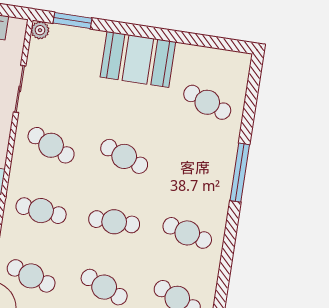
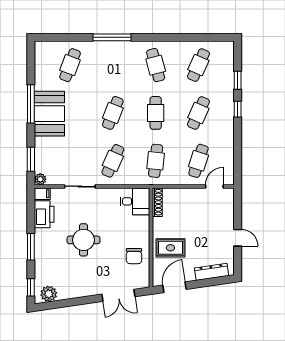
filing cabinet: (17, 30) -> (42, 194), added
window: (157, 33) -> (31, 104), added
cafe table: (187, 233) -> (156, 65), turned -30

